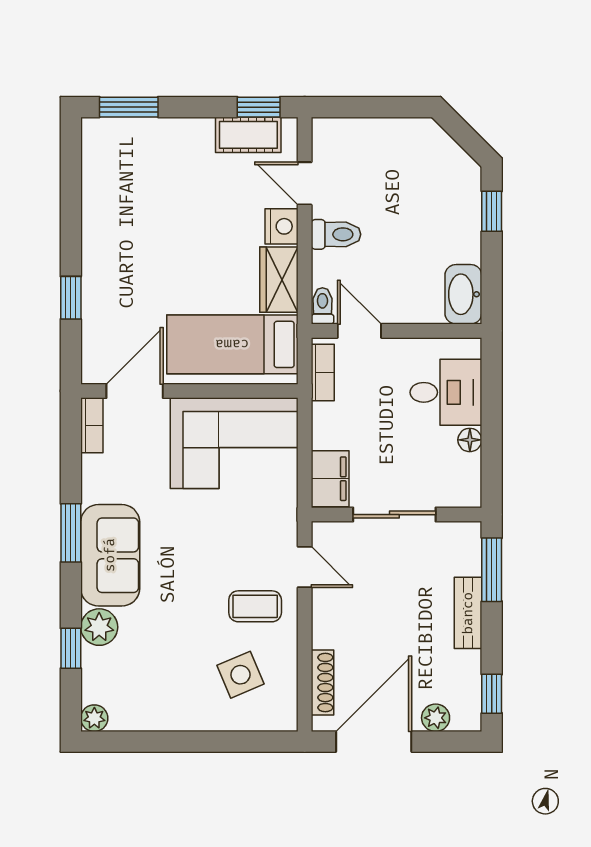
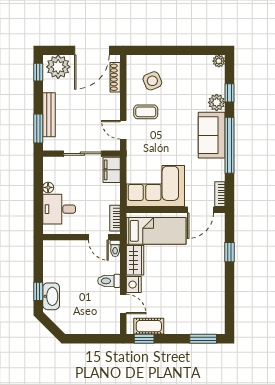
washbasin: (463, 294) -> (51, 296), moved
window: (71, 533) -> (229, 145), width x2.11
bench: (468, 613) -> (49, 115), width x1.36
plant: (436, 718) -> (58, 67), width x1.87, depth x1.87

